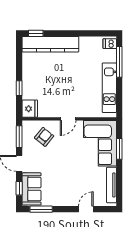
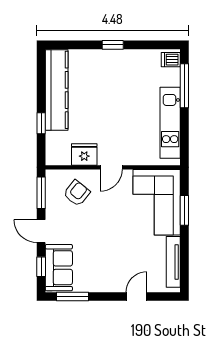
window: (36, 33) -> (113, 45), moved
kitchen counter: (50, 44) -> (57, 90), moved, turned -90
fridge: (30, 109) -> (84, 154), moved, turned -90

